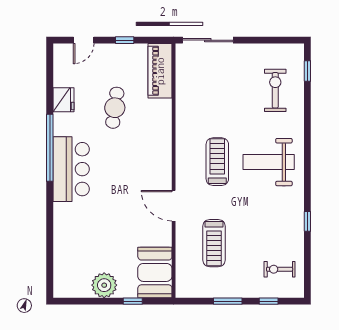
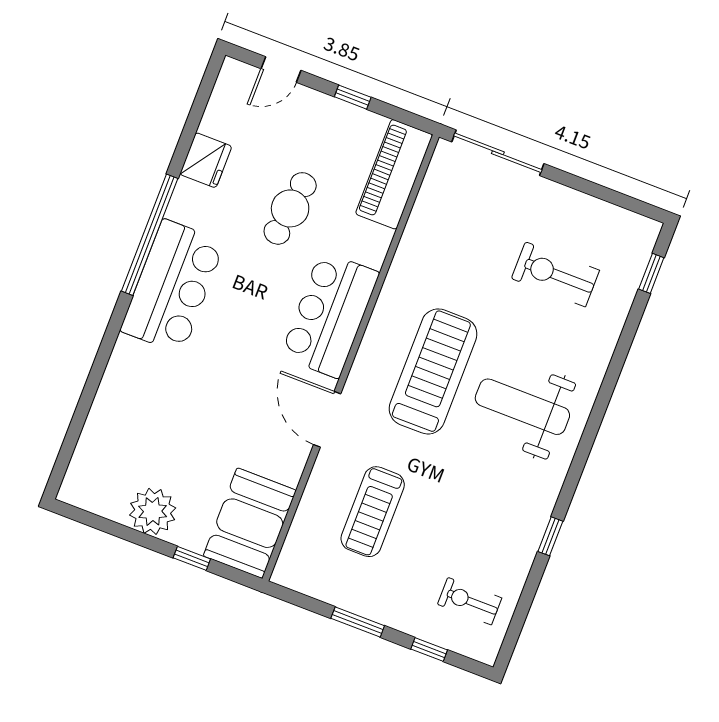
exercise bike: (275, 90) -> (555, 274), moved, turned -90
bar counter: (155, 153) -> (330, 315), added
treadmill: (217, 162) -> (433, 371), width x1.37, depth x1.37

